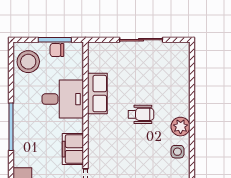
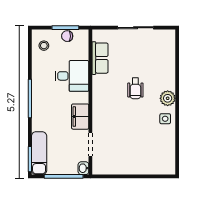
stool: (28, 62) -> (44, 46), width x0.53, depth x0.53
row of seats: (97, 94) -> (100, 58), moved
wheelchair: (141, 114) -> (135, 88), turned 90

